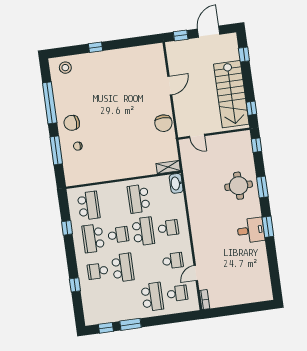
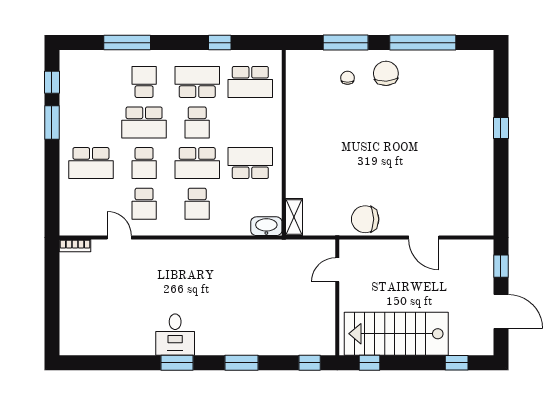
stool: (65, 68) -> (475, 75), removed
round table: (239, 186) -> (249, 325), removed
window: (75, 285) -> (127, 43), width x2.17
school desk: (177, 293) -> (144, 163), moved

